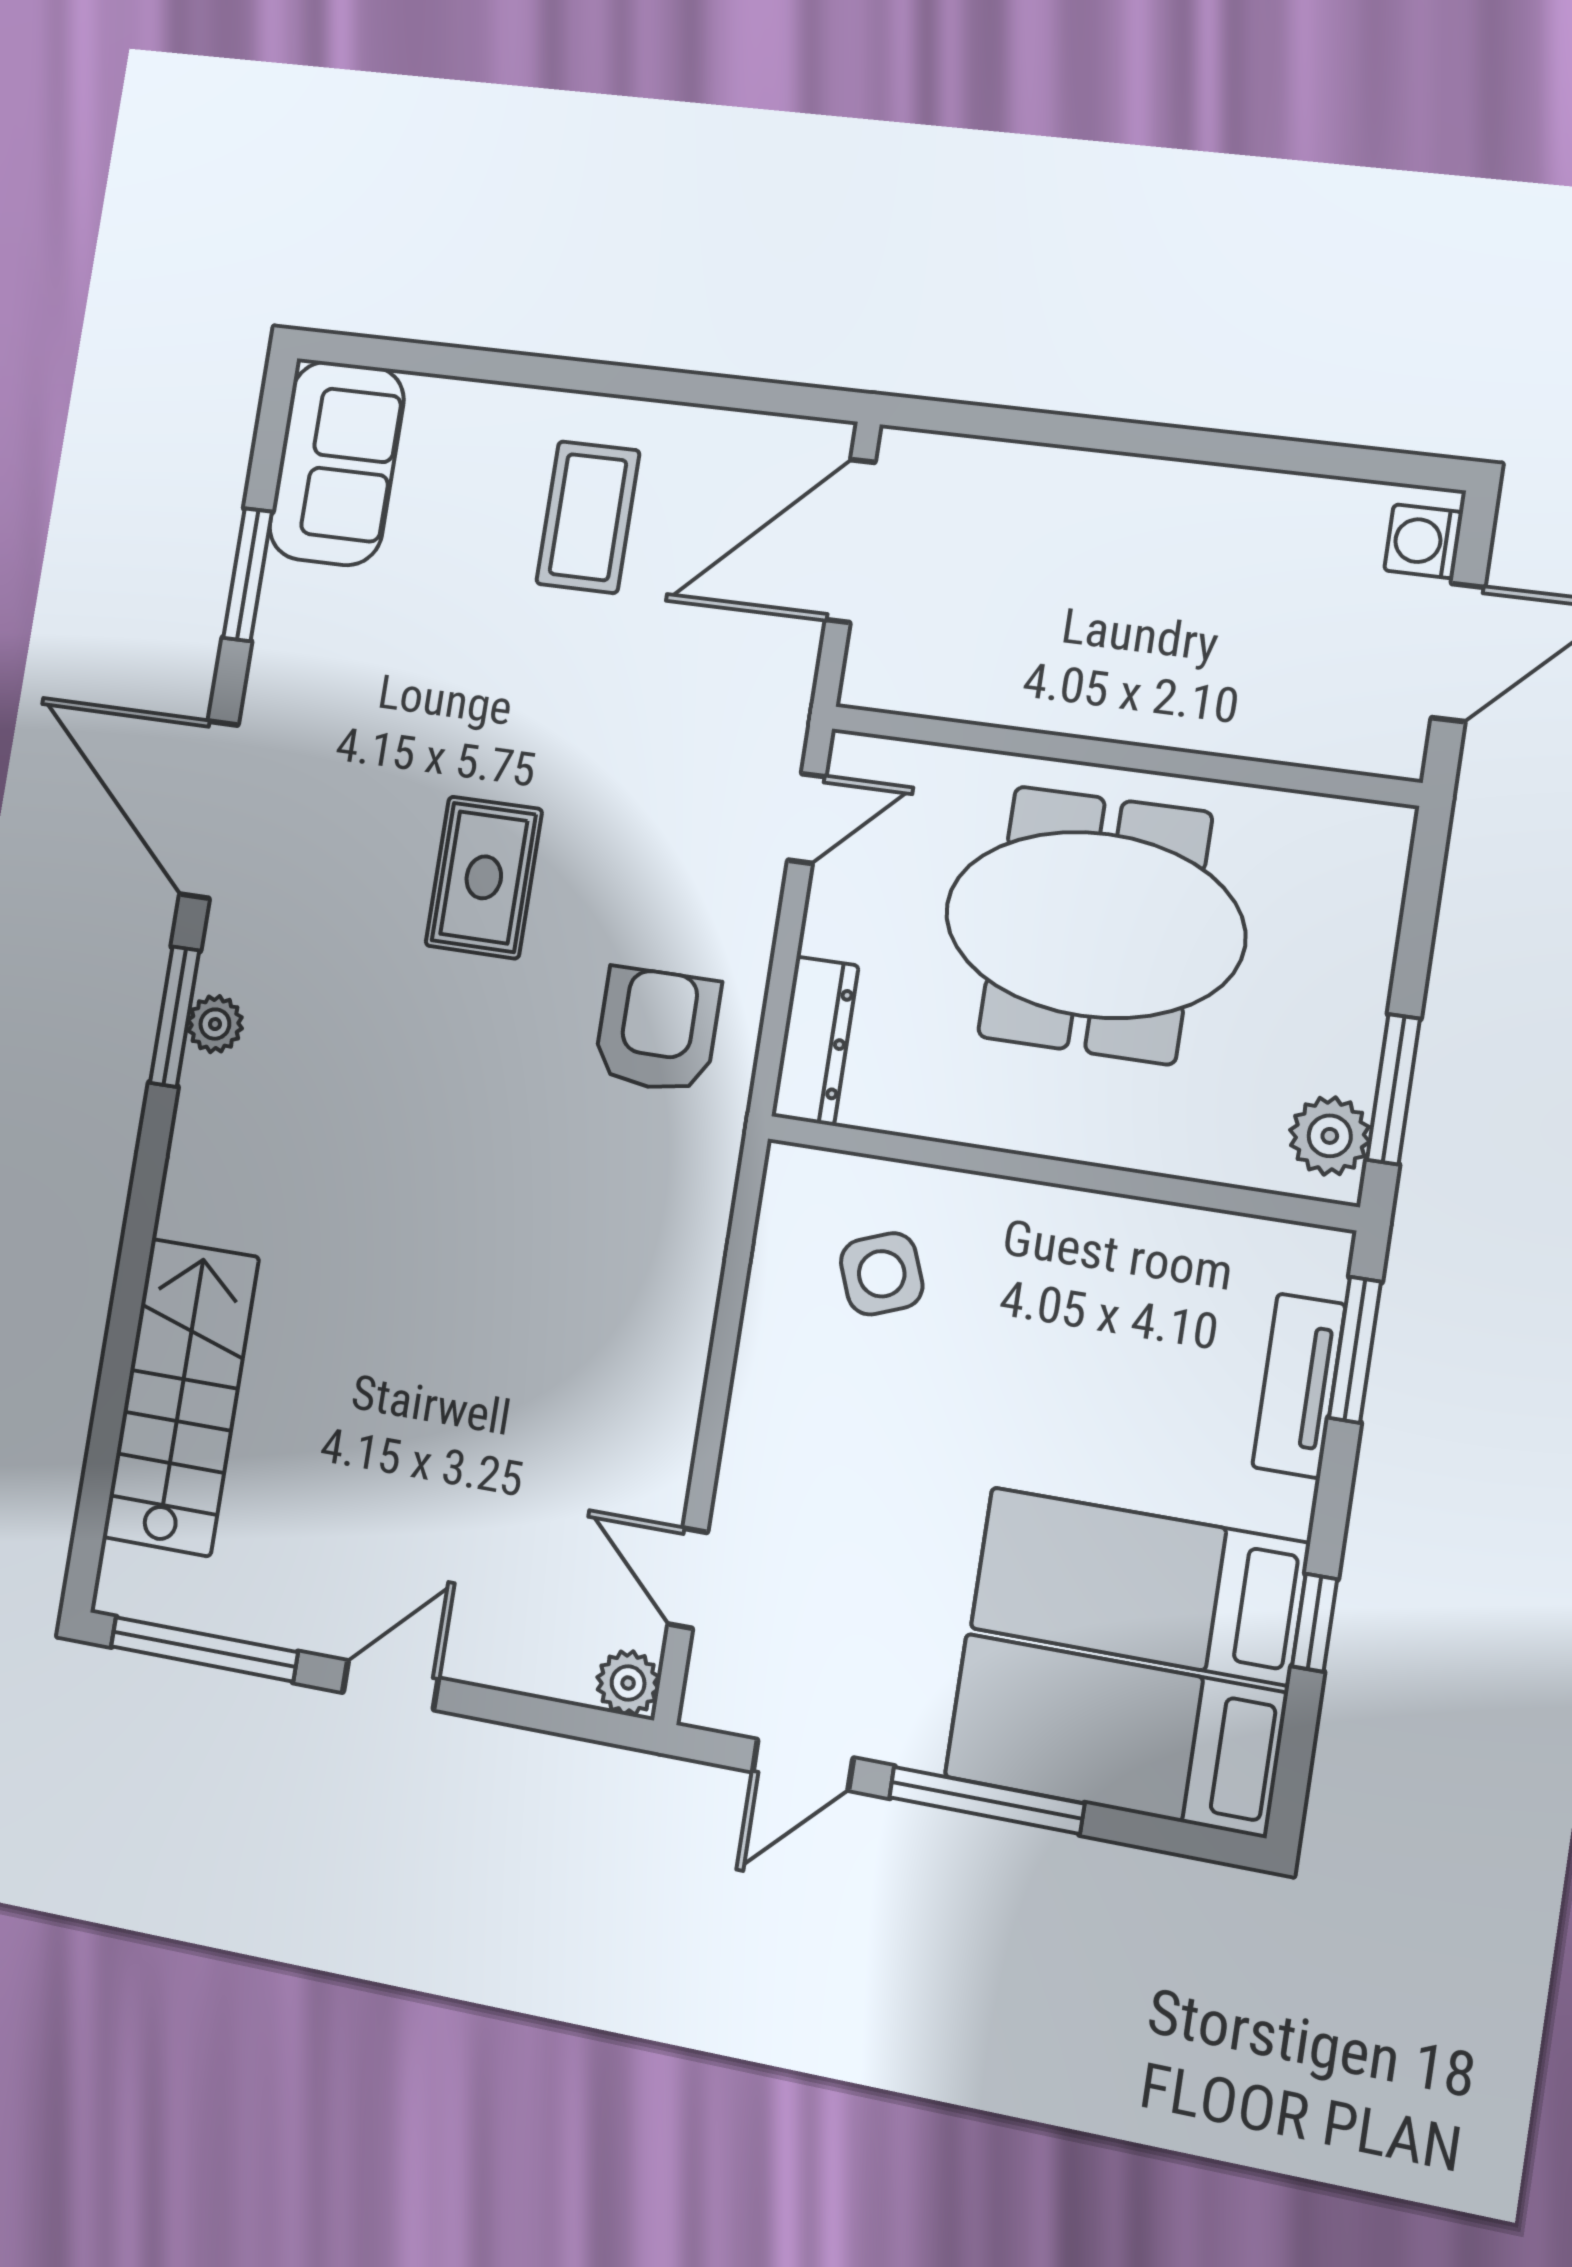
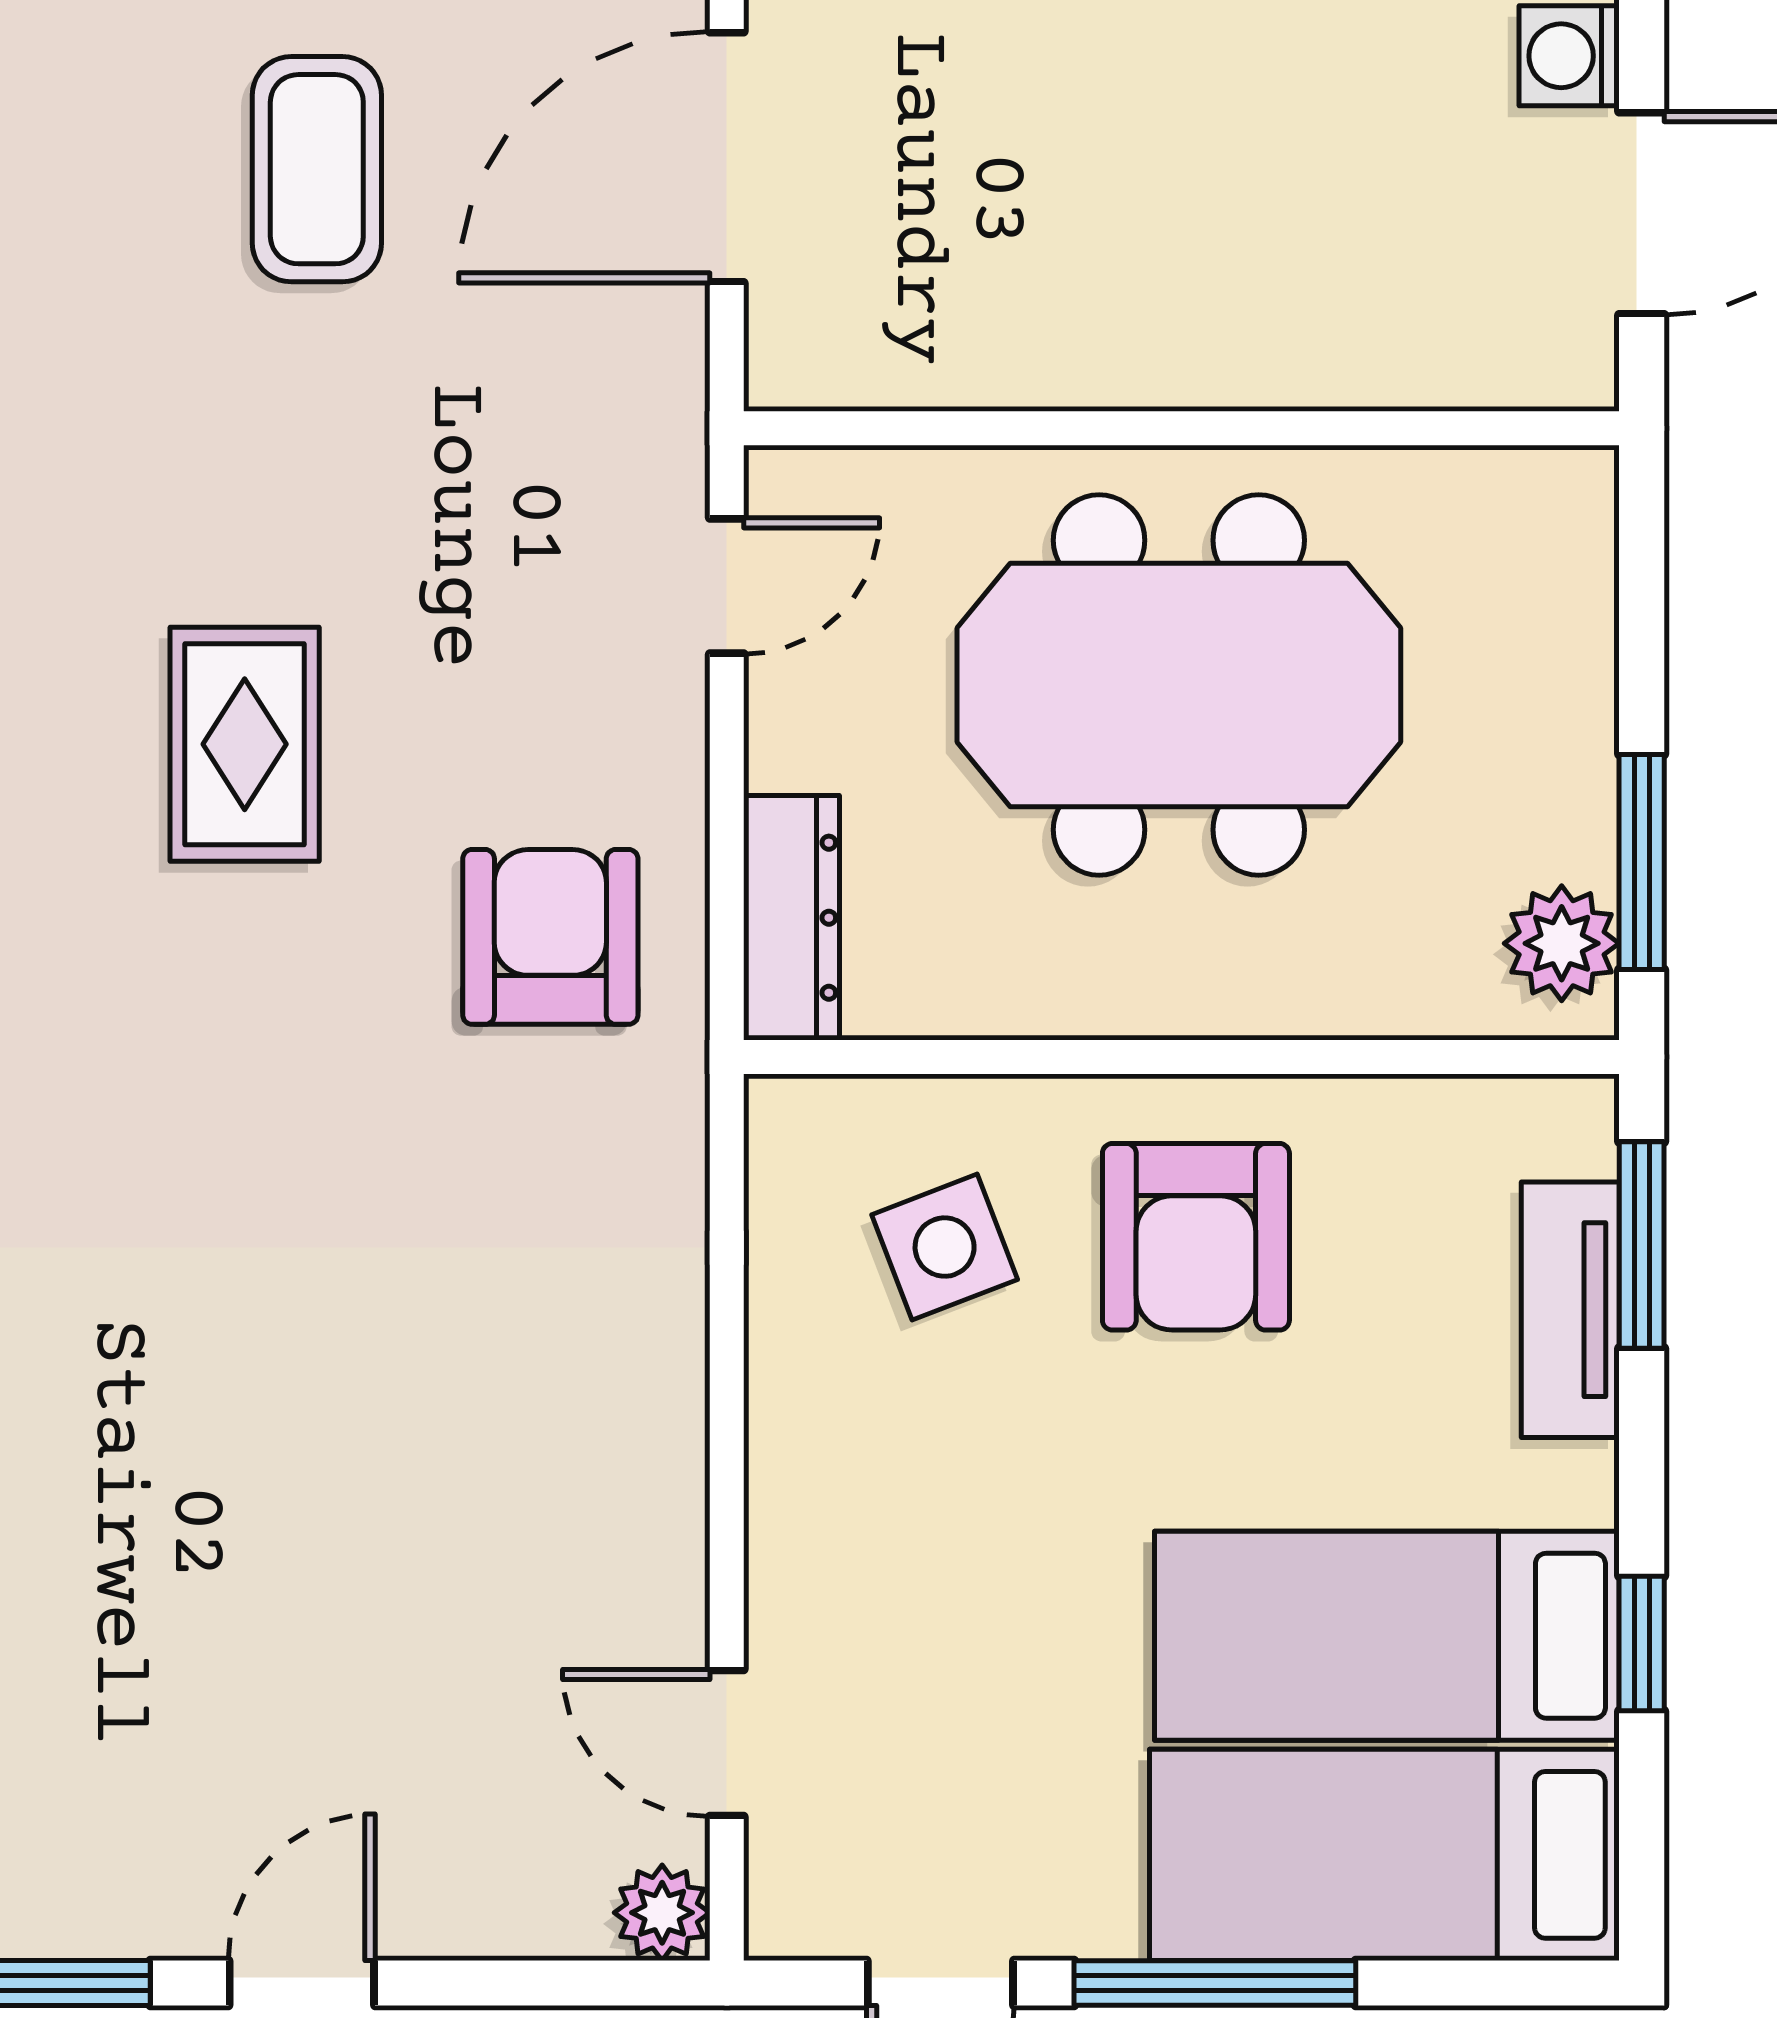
armchair: (1050, 1294) -> (1196, 1237), added

